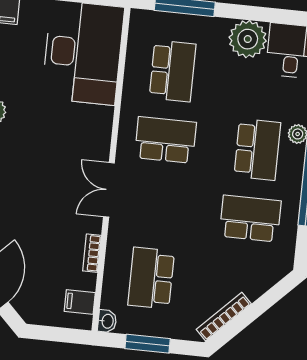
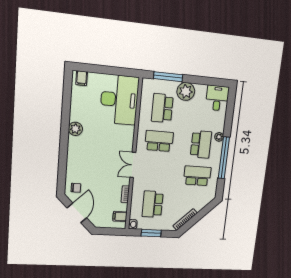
plant: (248, 39) -> (186, 91), moved
school desk: (173, 71) -> (162, 108), turned 180

